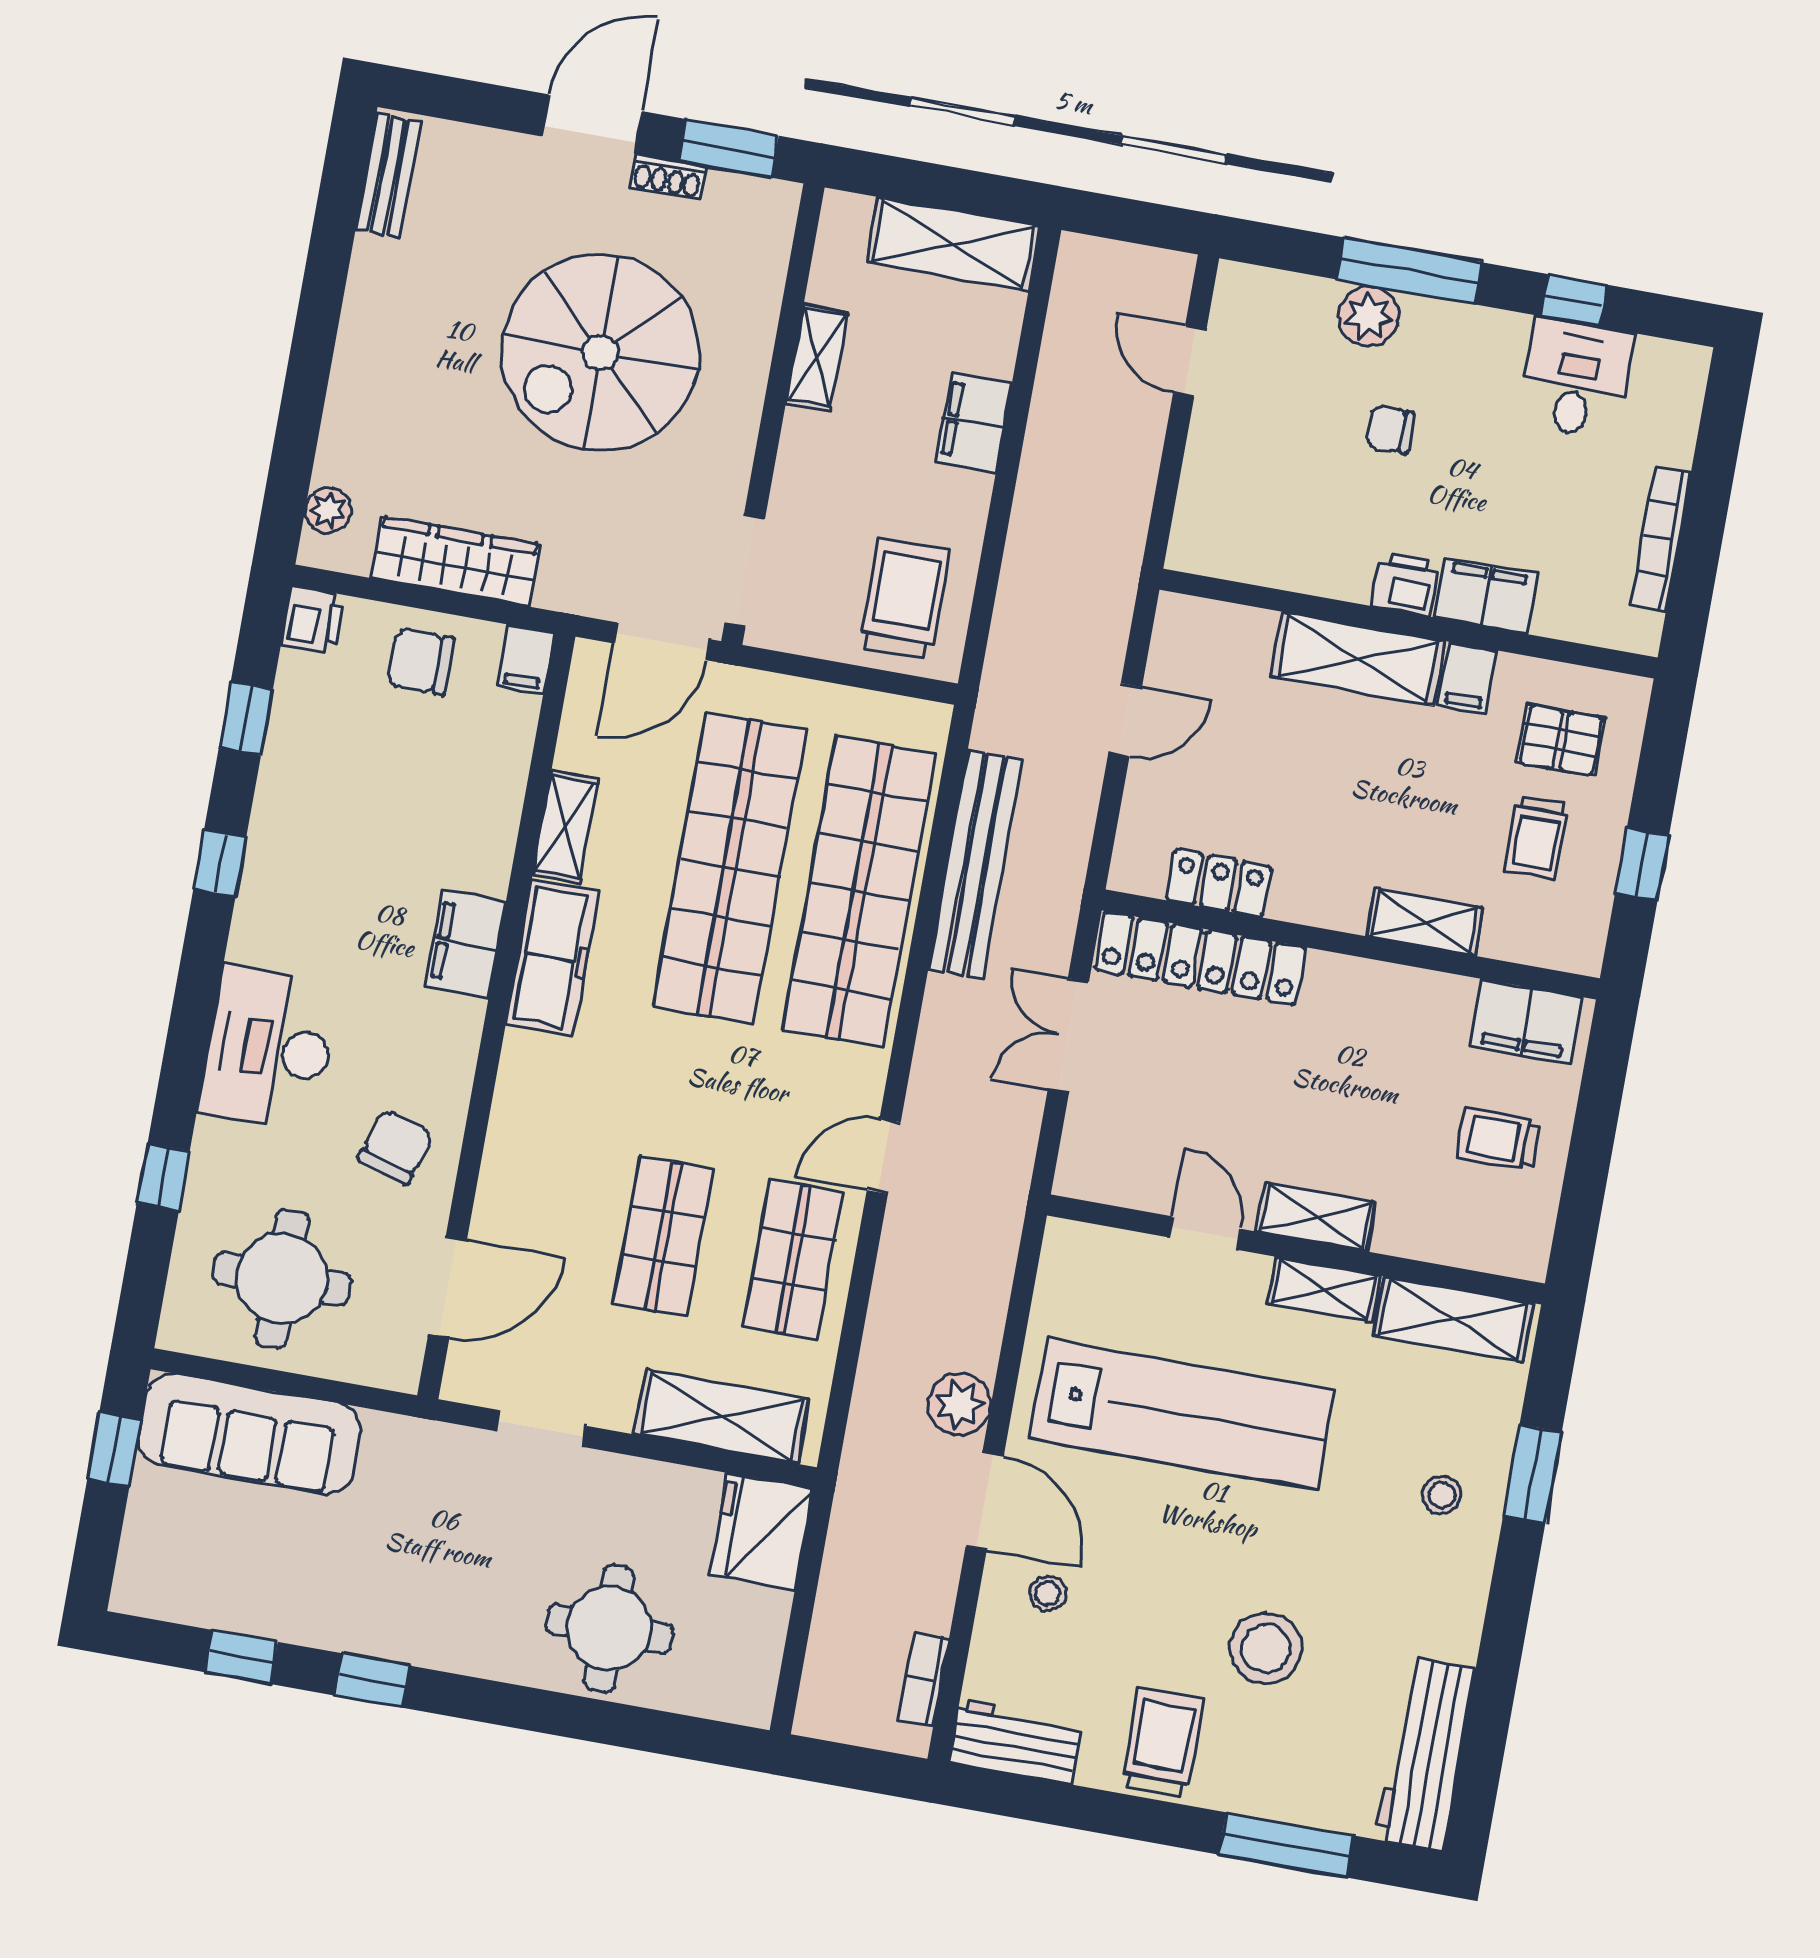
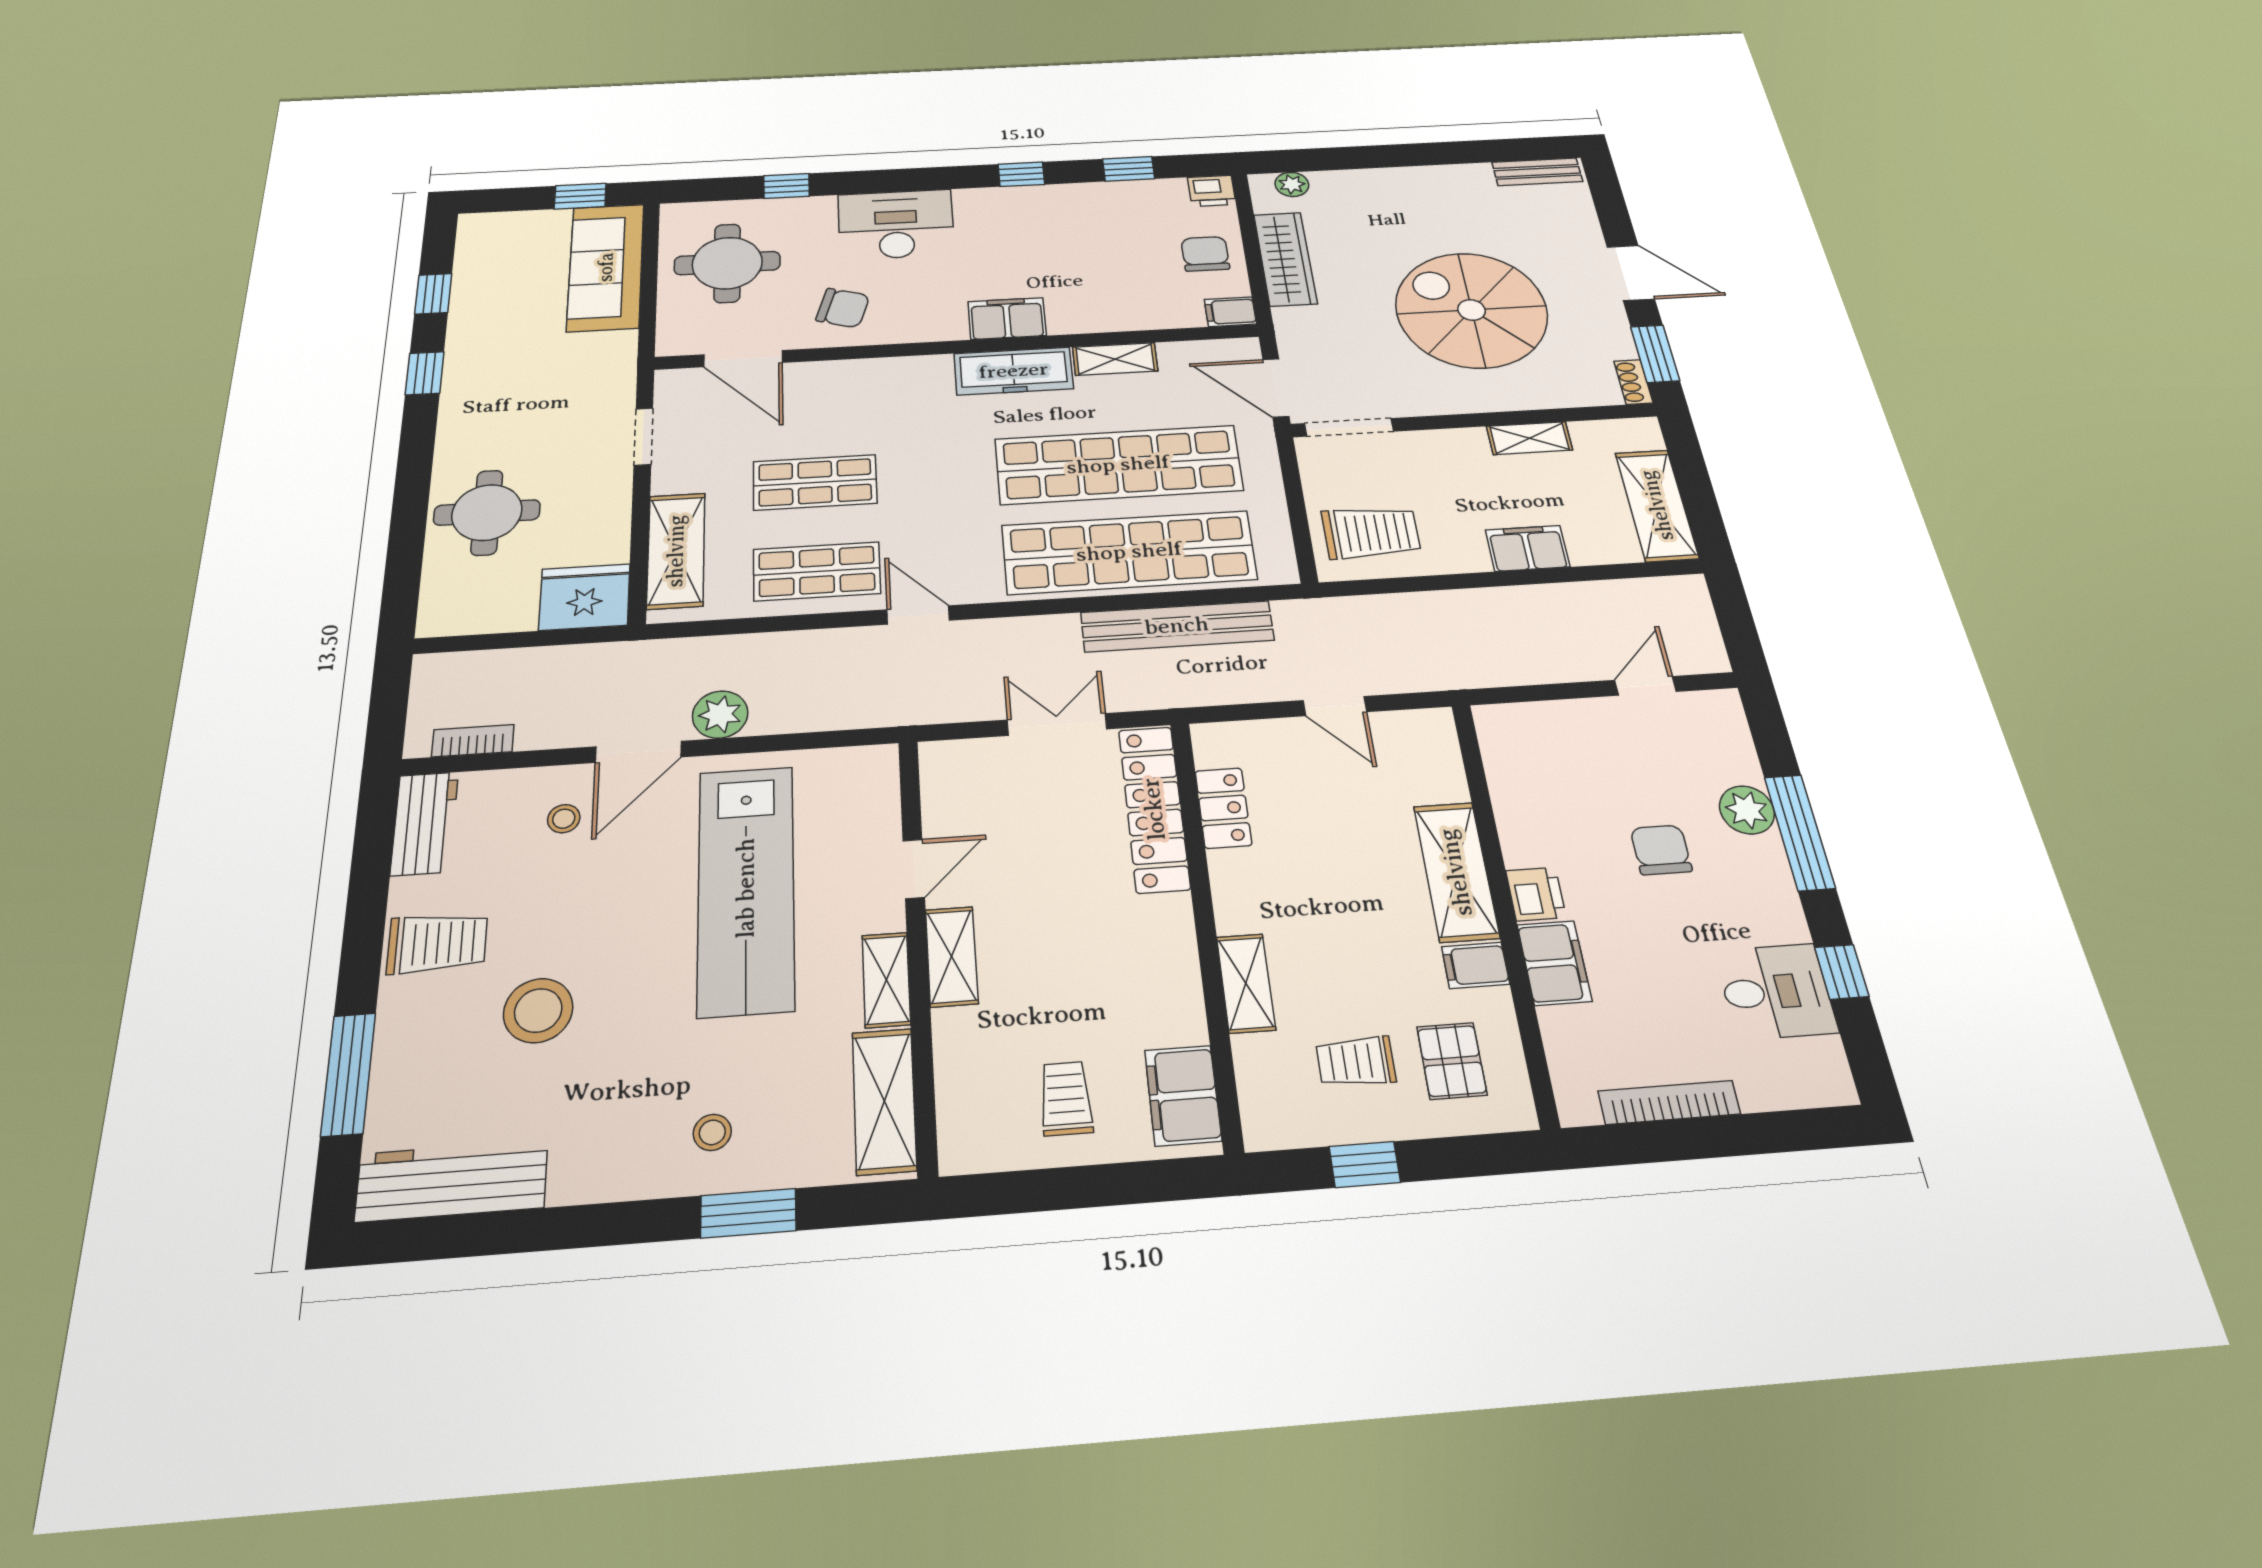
shoe rack: (668, 177) -> (1633, 382), moved
chair: (1390, 430) -> (1661, 850), width x1.37, depth x1.37

